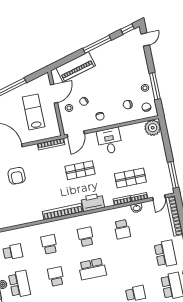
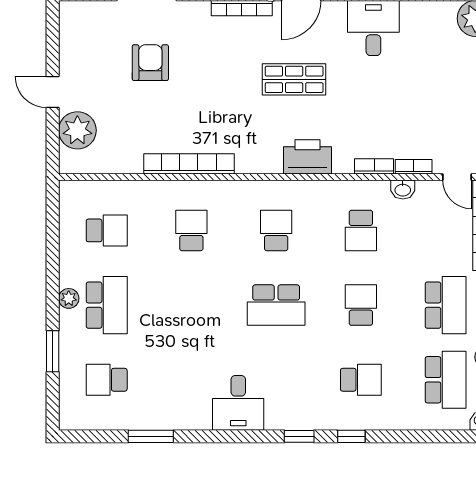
armchair: (17, 176) -> (150, 63), turned 180
shop shelf: (130, 178) -> (403, 120), removed
door: (159, 198) -> (457, 177), hinge flipped
bookcase: (63, 212) -> (189, 164), moved
school desk: (56, 276) -> (361, 305), moved

